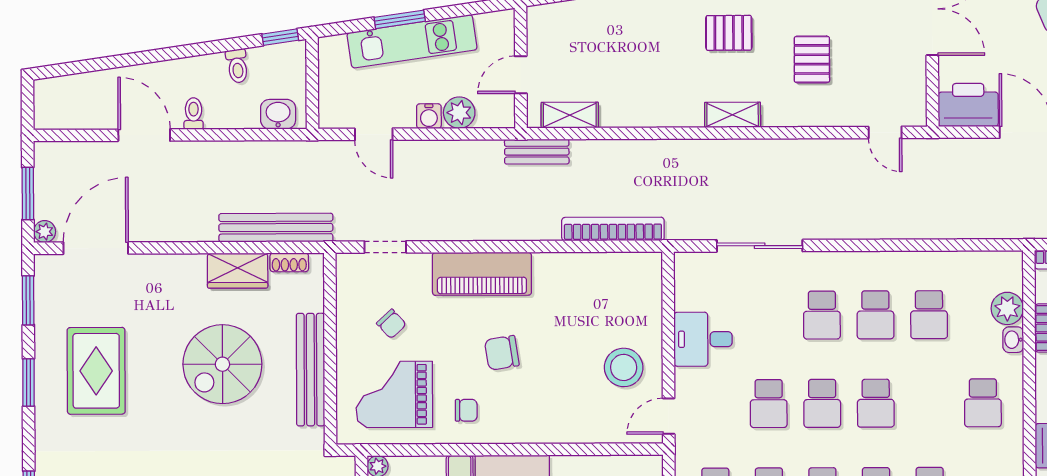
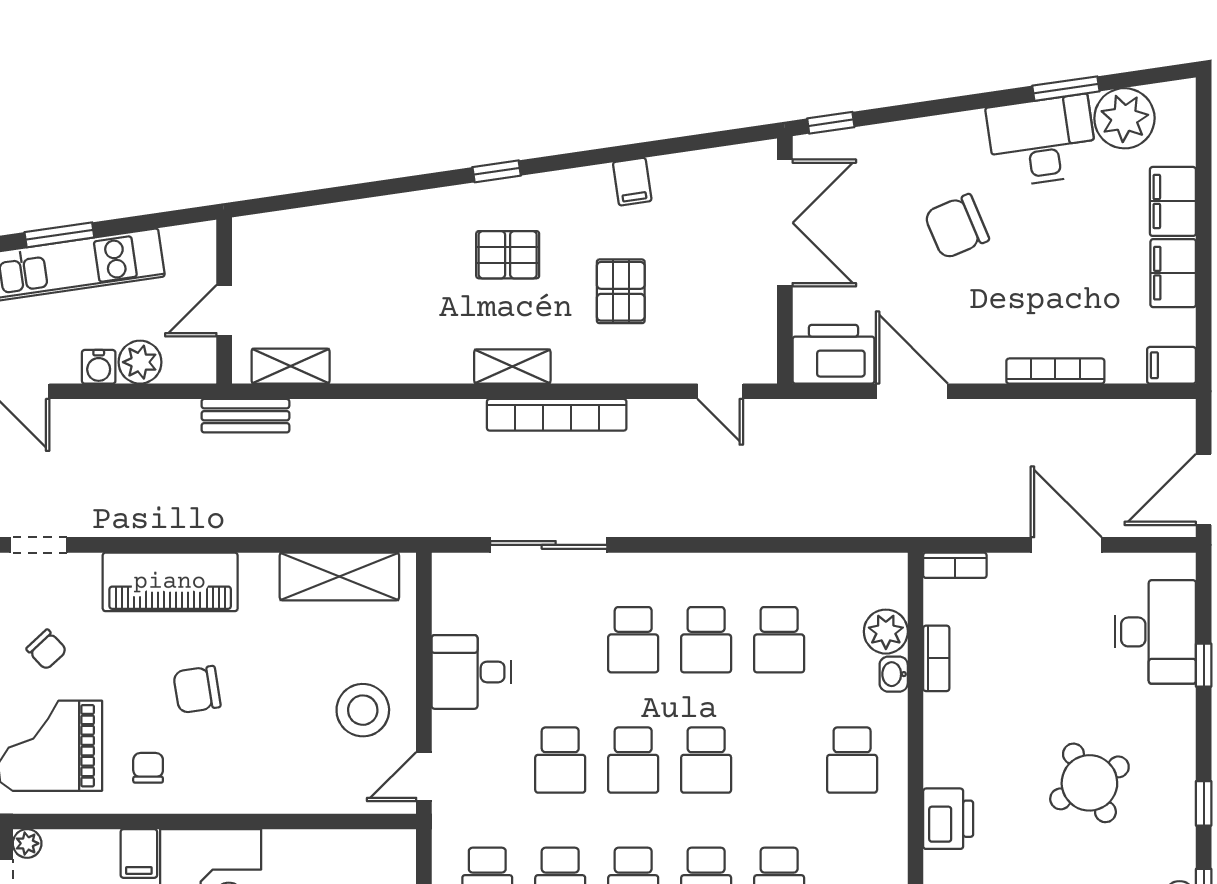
bookcase: (613, 229) -> (557, 415), moved, turned 180
shelving: (606, 269) -> (339, 576), added
chair: (466, 410) -> (148, 768), turned -90

